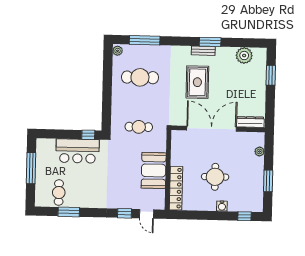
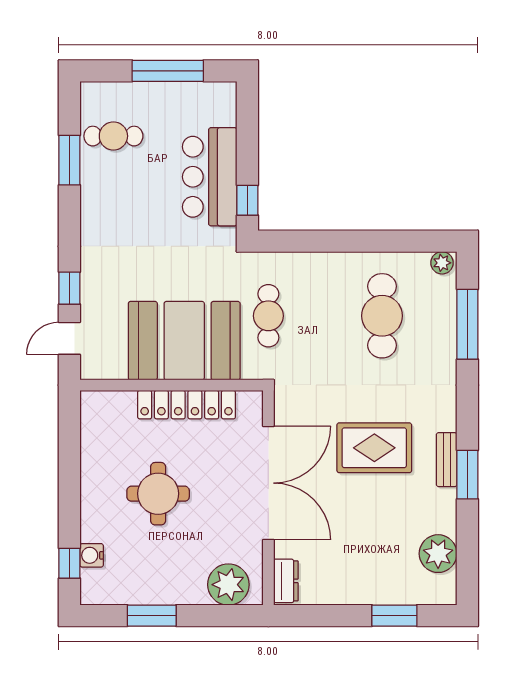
dresser: (250, 122) -> (286, 581), width x0.70
plant: (260, 151) -> (228, 585), width x1.87, depth x1.87
booth: (154, 170) -> (184, 341), width x1.36, depth x1.42
locker: (176, 188) -> (187, 405), moved
water cooler: (222, 206) -> (92, 555), moved

